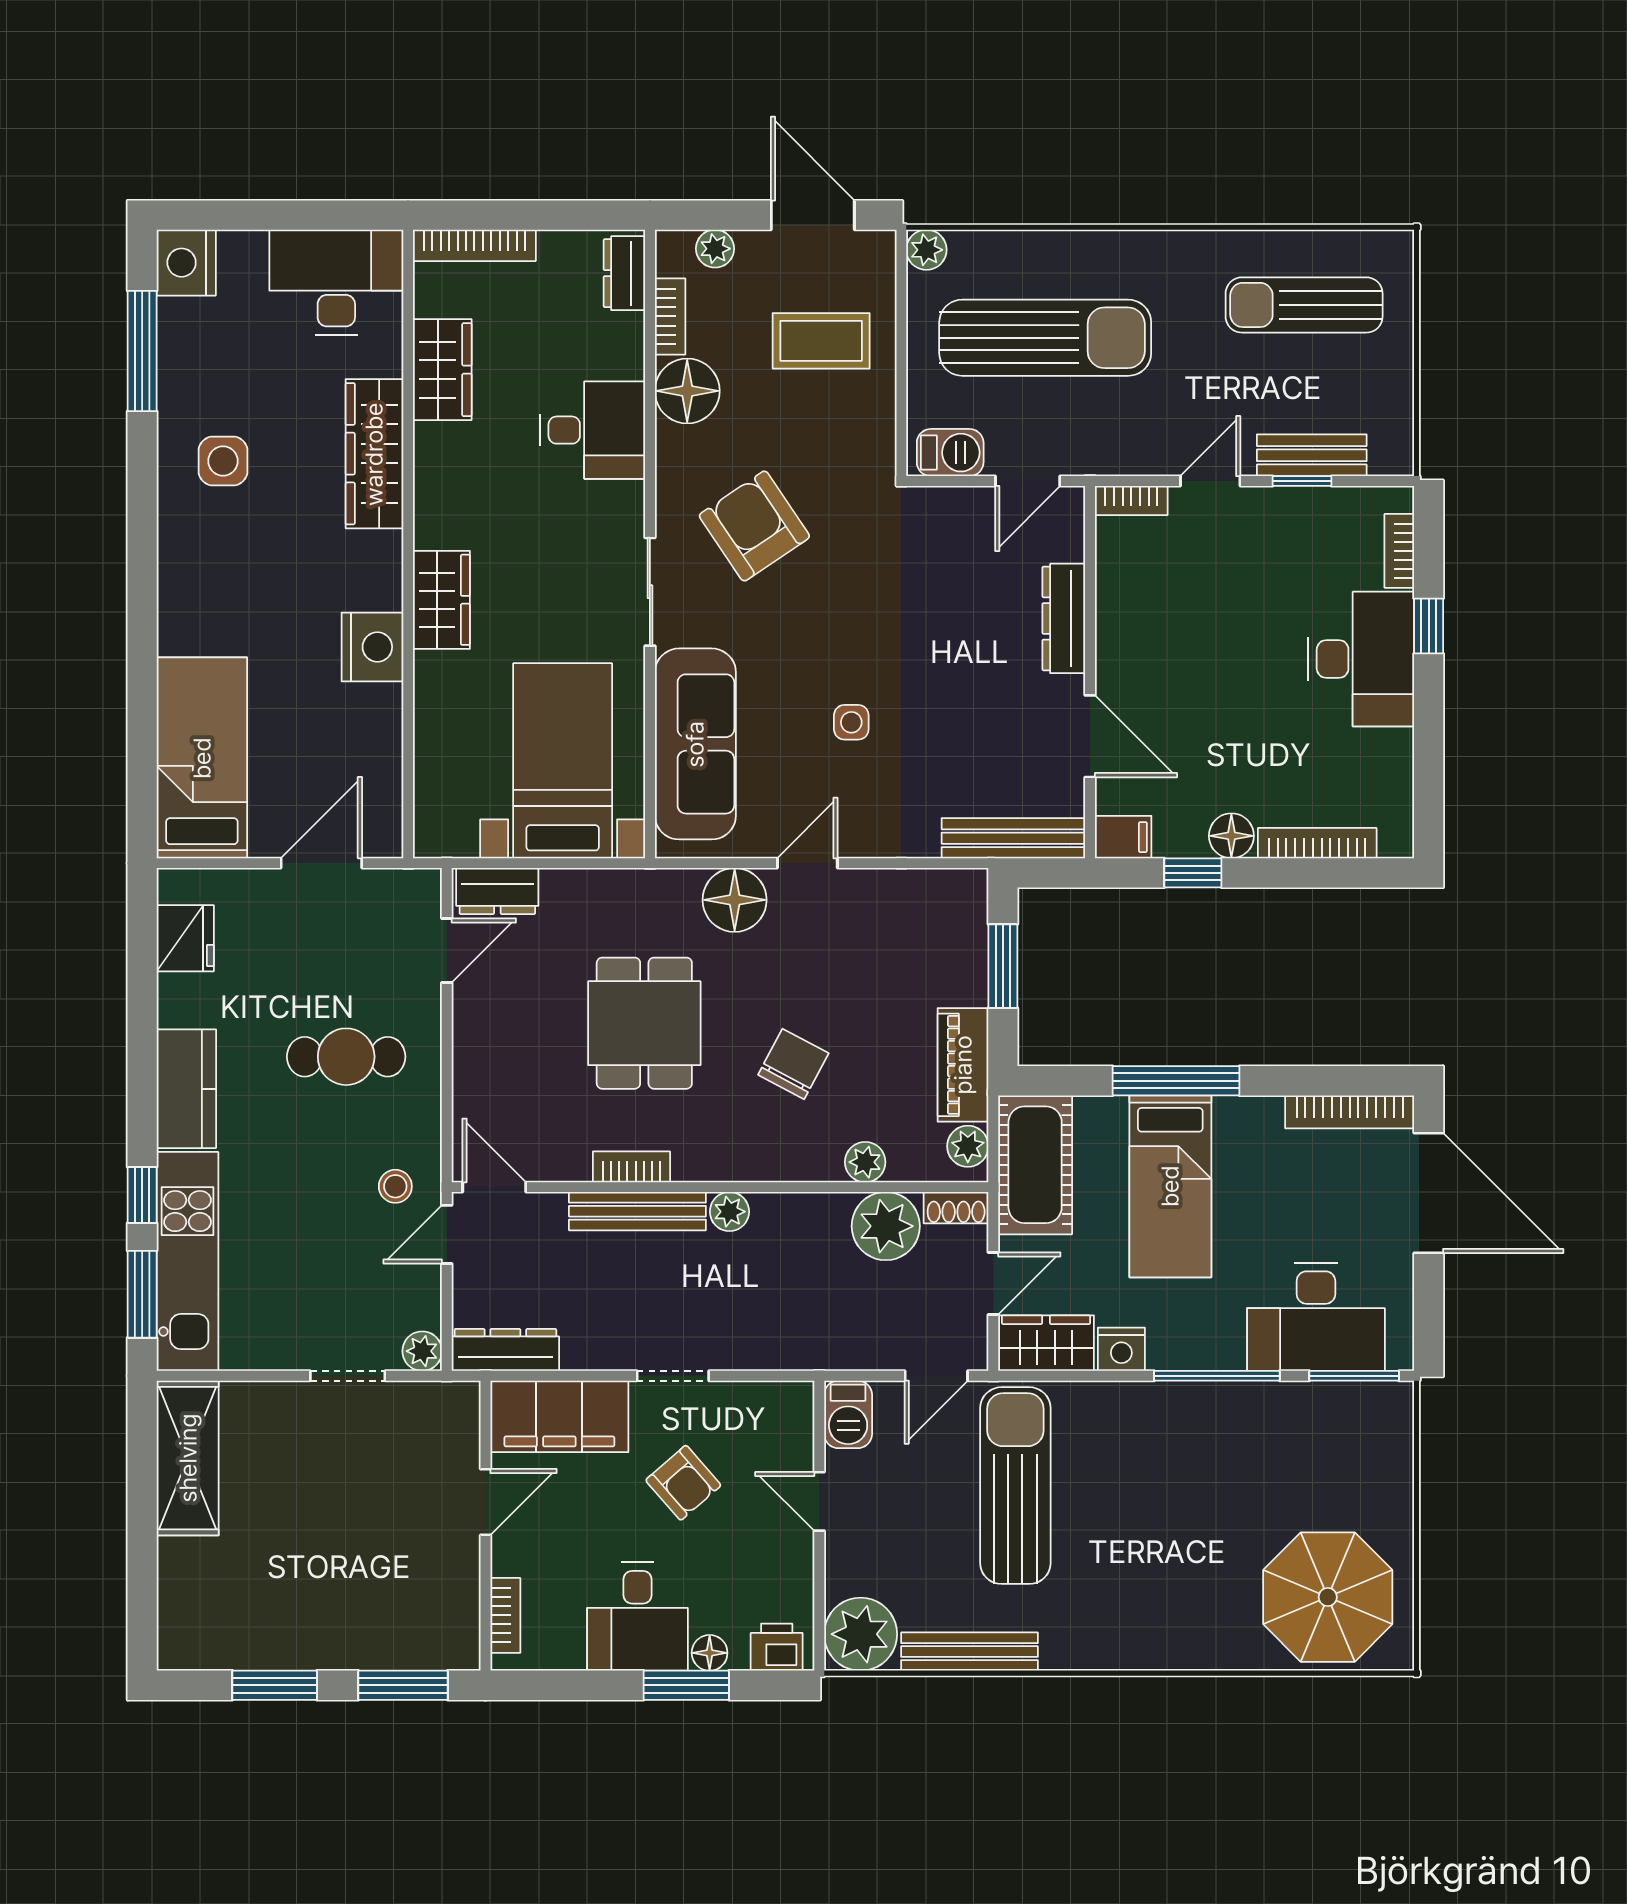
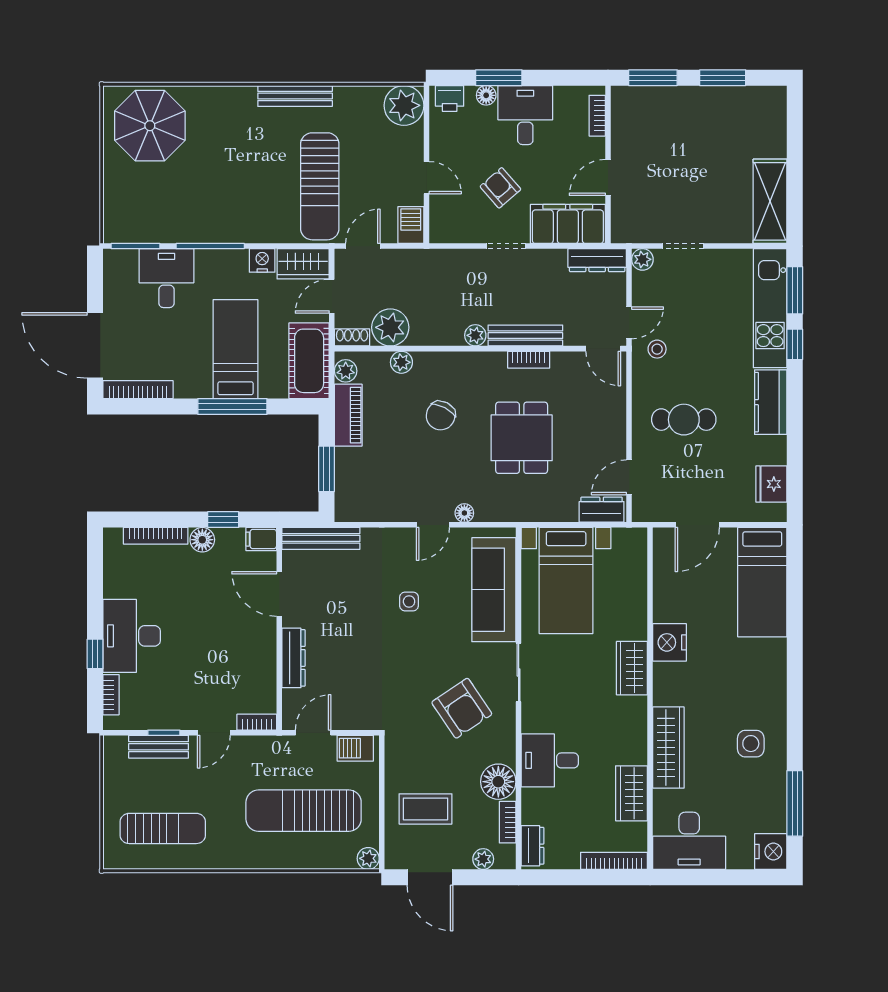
floor lamp: (735, 900) -> (464, 513), width x0.53, depth x0.53
desk: (1316, 1317) -> (166, 278), width x0.73
bench: (969, 1652) -> (295, 96), moved

